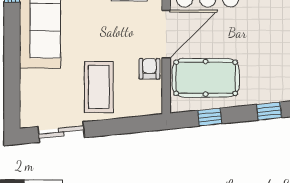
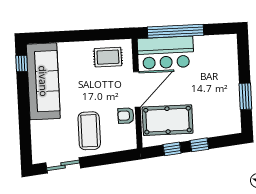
armchair: (149, 69) -> (126, 116), turned -90
window: (269, 111) -> (199, 145), moved

